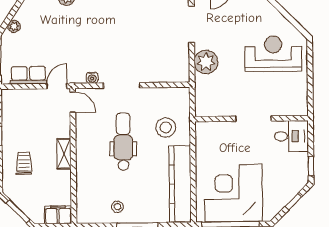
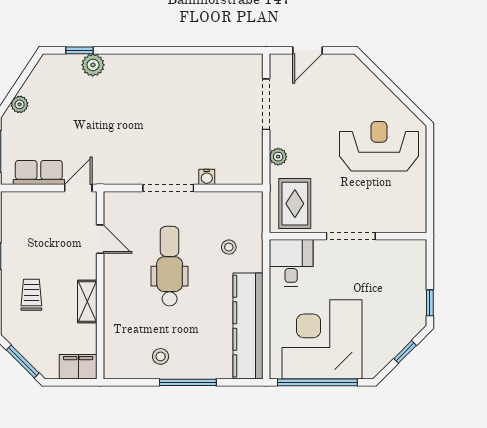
plant: (206, 62) -> (278, 157), width x0.53, depth x0.53
water cooler: (92, 78) -> (207, 177), moved
rug: (213, 96) -> (295, 204), added
door: (73, 102) -> (100, 239), moved
stool: (166, 127) -> (229, 247), width x0.53, depth x0.53
desk: (291, 136) -> (291, 263), moved, turned -90
shelving: (64, 154) -> (87, 302), moved

